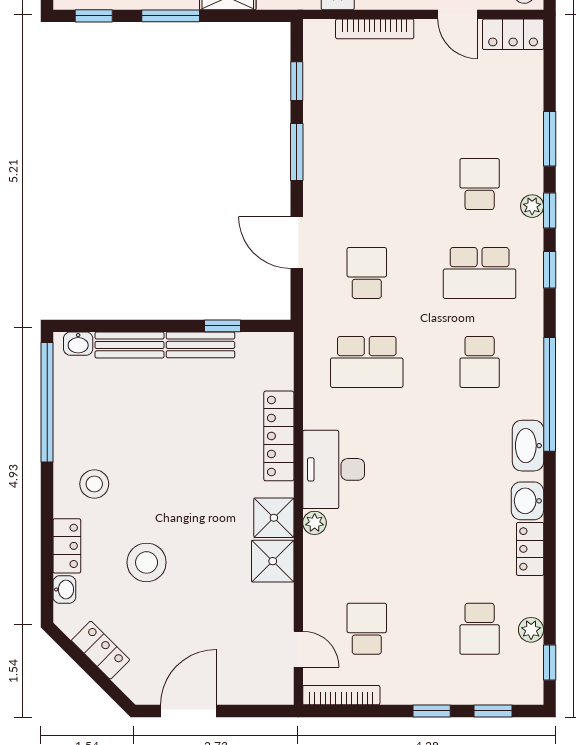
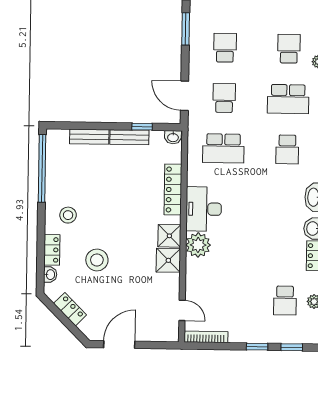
door: (297, 243) -> (185, 96), moved
washbasin: (78, 344) -> (173, 137), moved
plant: (315, 523) -> (198, 245), width x1.88, depth x1.88
school desk: (367, 629) -> (225, 48), moved

